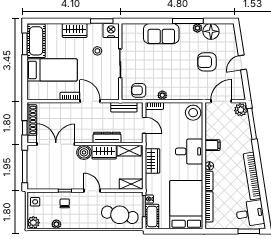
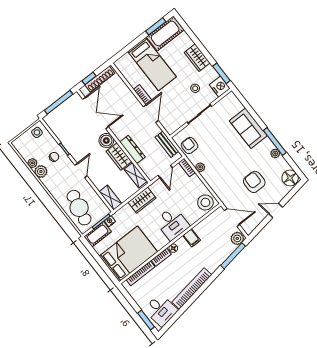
floor lamp: (211, 31) -> (290, 178), moved
plant: (33, 223) -> (41, 172), moved

